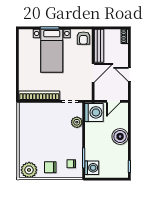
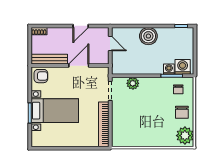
door: (93, 73) -> (79, 66), hinge flipped
washing machine: (94, 112) -> (169, 69), moved, width x0.53, depth x0.53

